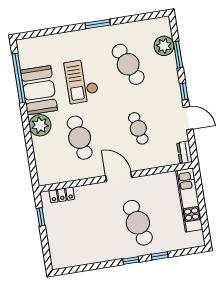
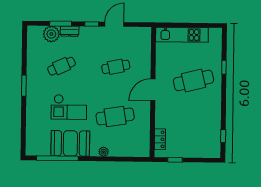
cafe table: (128, 64) -> (62, 66), width x0.73, depth x0.74
plant: (40, 125) -> (104, 152), width x0.53, depth x0.53
dresser: (185, 152) -> (70, 31), moved
window: (131, 260) -> (223, 136), moved

